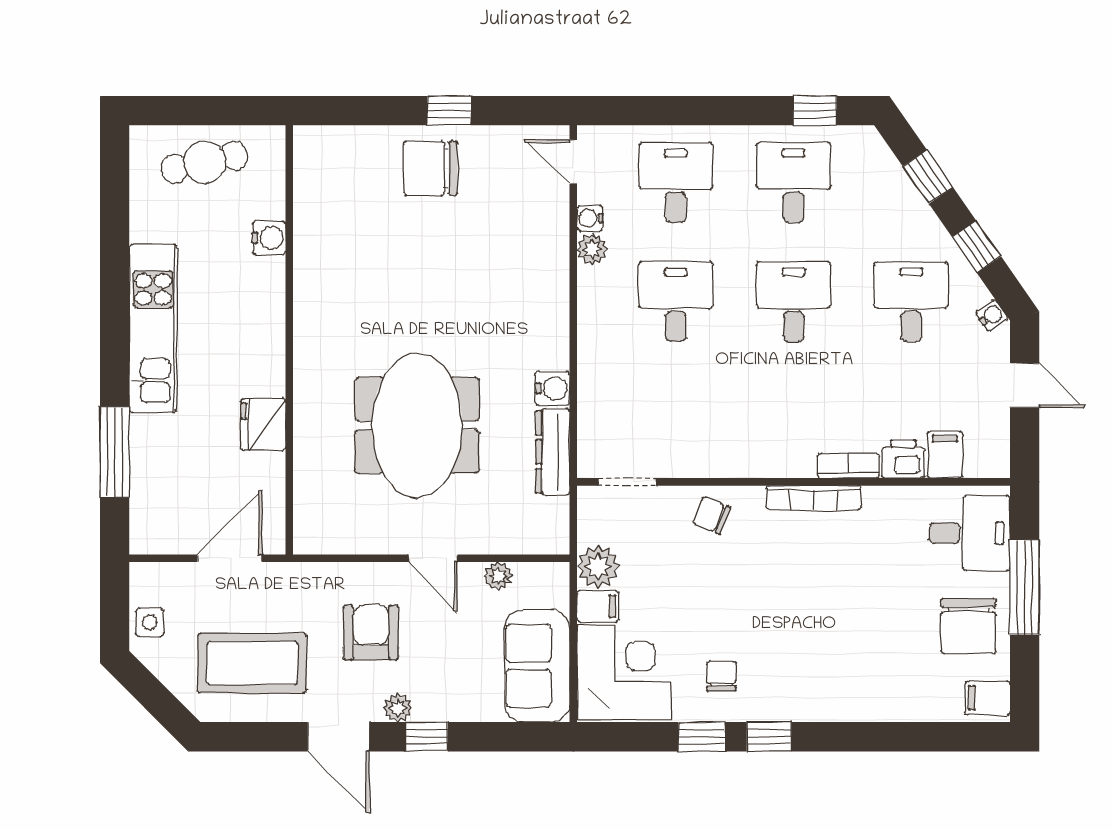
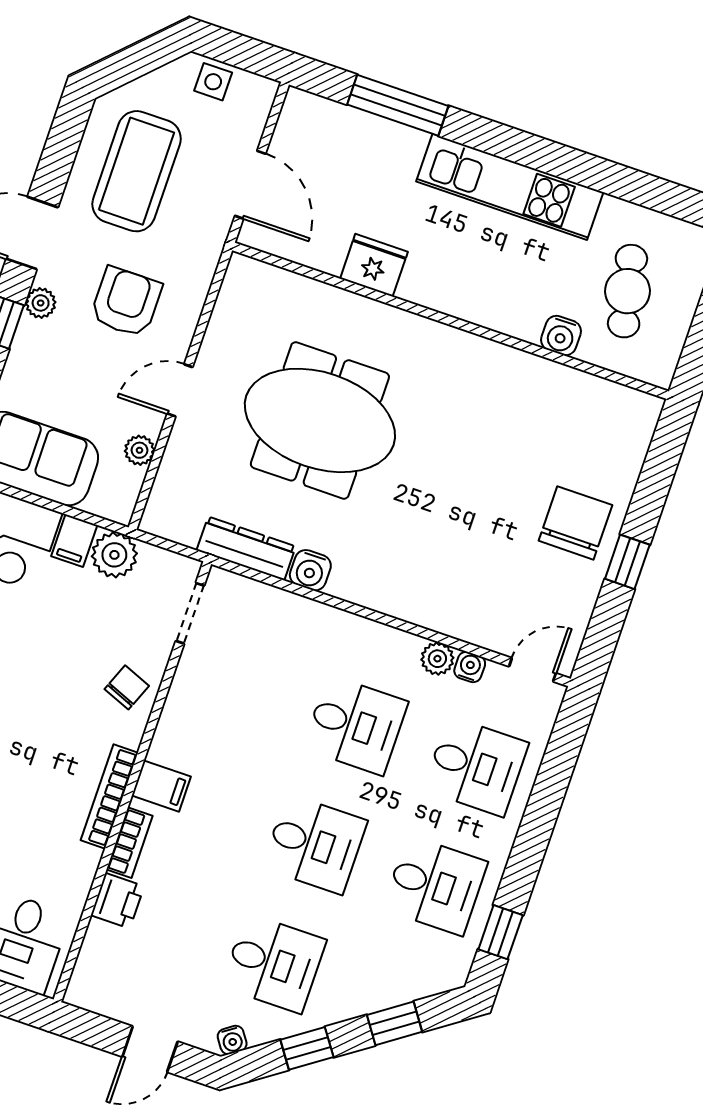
cafe table: (205, 162) -> (628, 291), moved
filing cabinet: (945, 455) -> (161, 786), moved
armchair: (371, 633) -> (126, 302), turned -90

